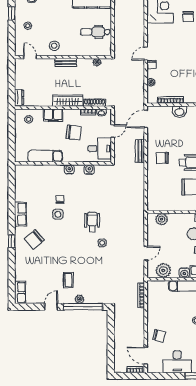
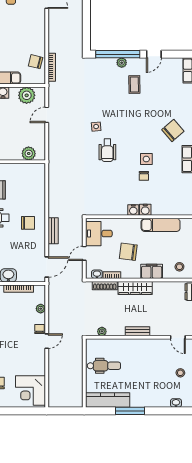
stool: (54, 46) -> (150, 350), removed
water cooler: (89, 170) -> (145, 210), moved
chair: (159, 336) -> (36, 62), moved

